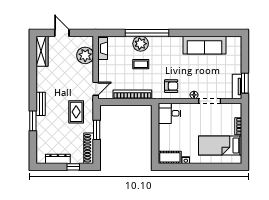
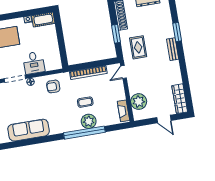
desk: (169, 113) -> (34, 63), moved, turned 90

